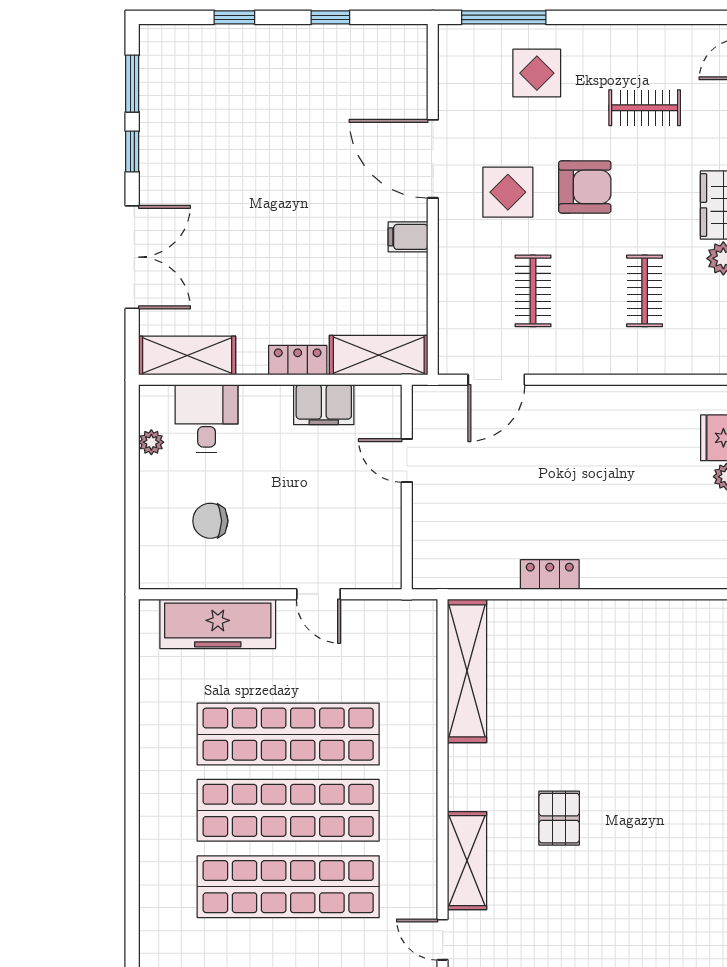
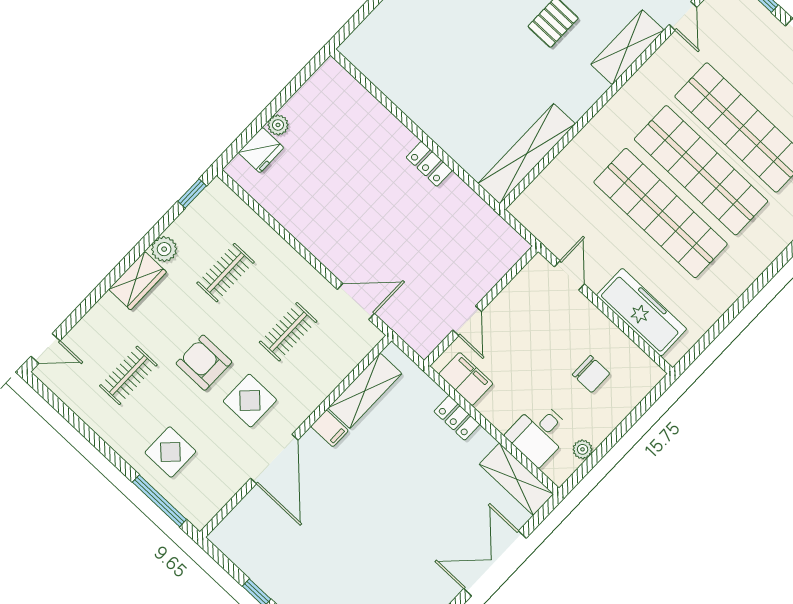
clothes rail: (645, 108) -> (128, 375), turned 90
shelving: (379, 355) -> (365, 391), moved, turned 90
door: (407, 461) -> (467, 321), moved
wall: (407, 487) -> (481, 306), moved

